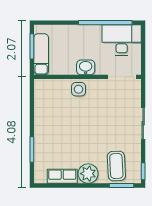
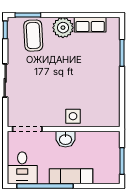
desk: (122, 40) -> (22, 168), width x0.73
exam couch: (41, 54) -> (71, 176), moved, turned 90

